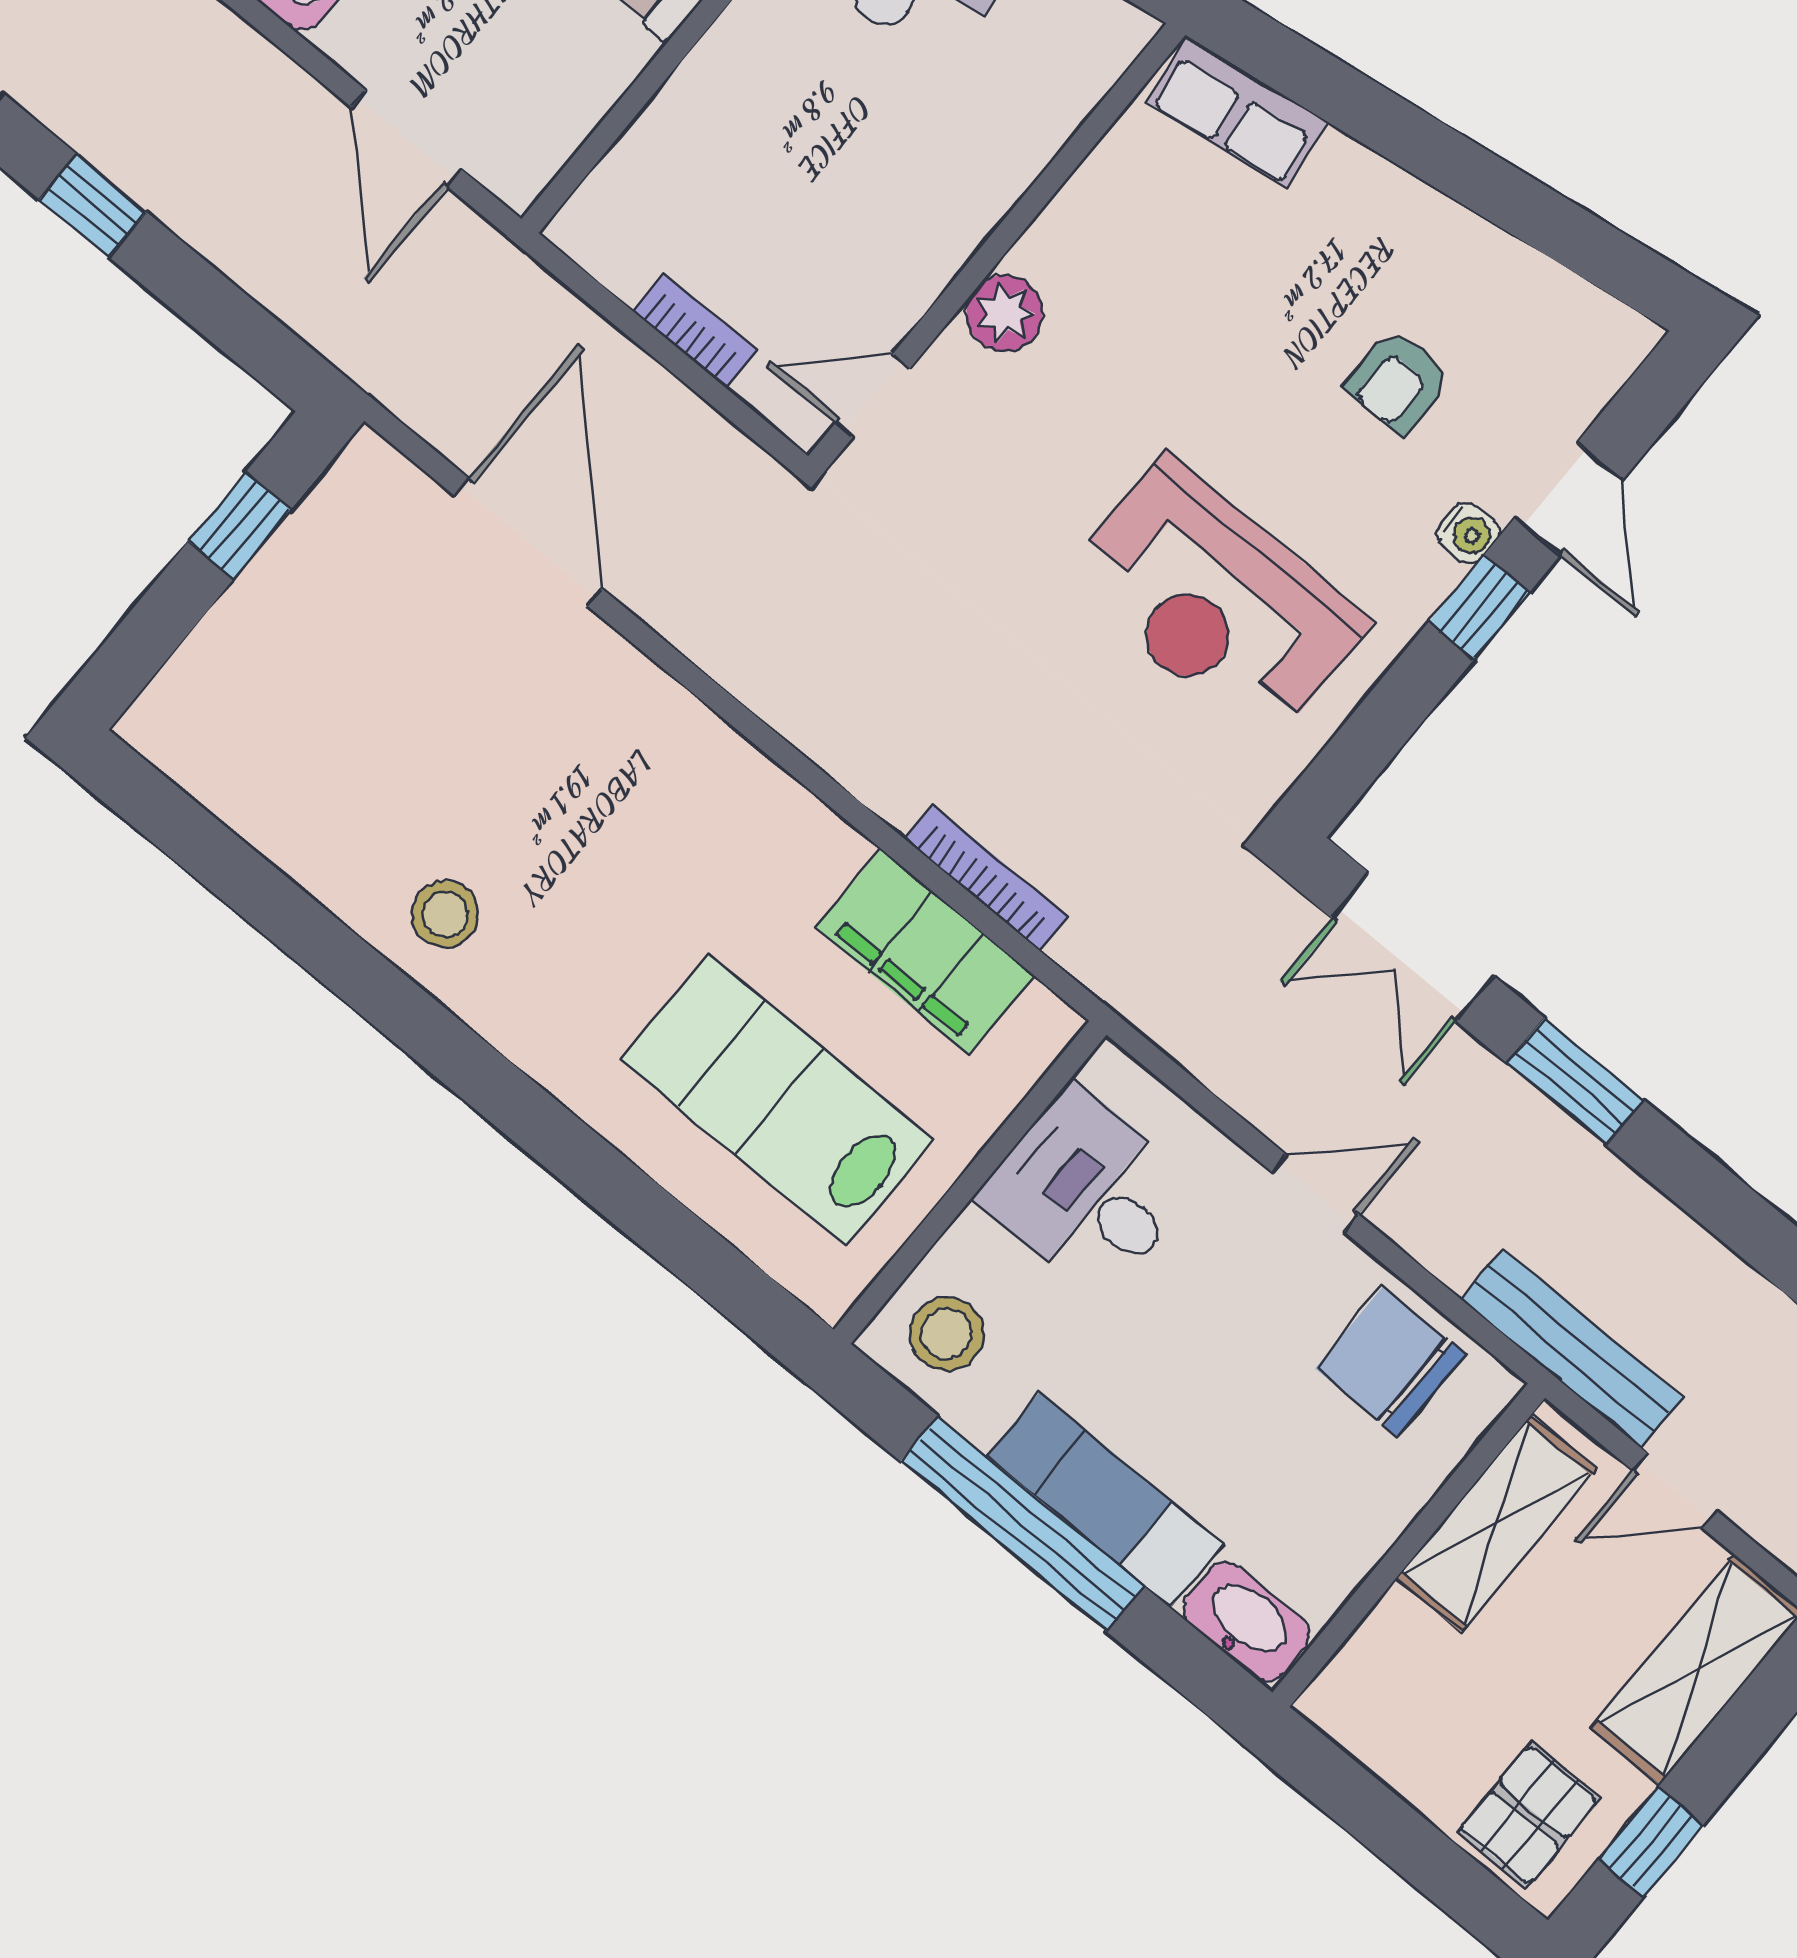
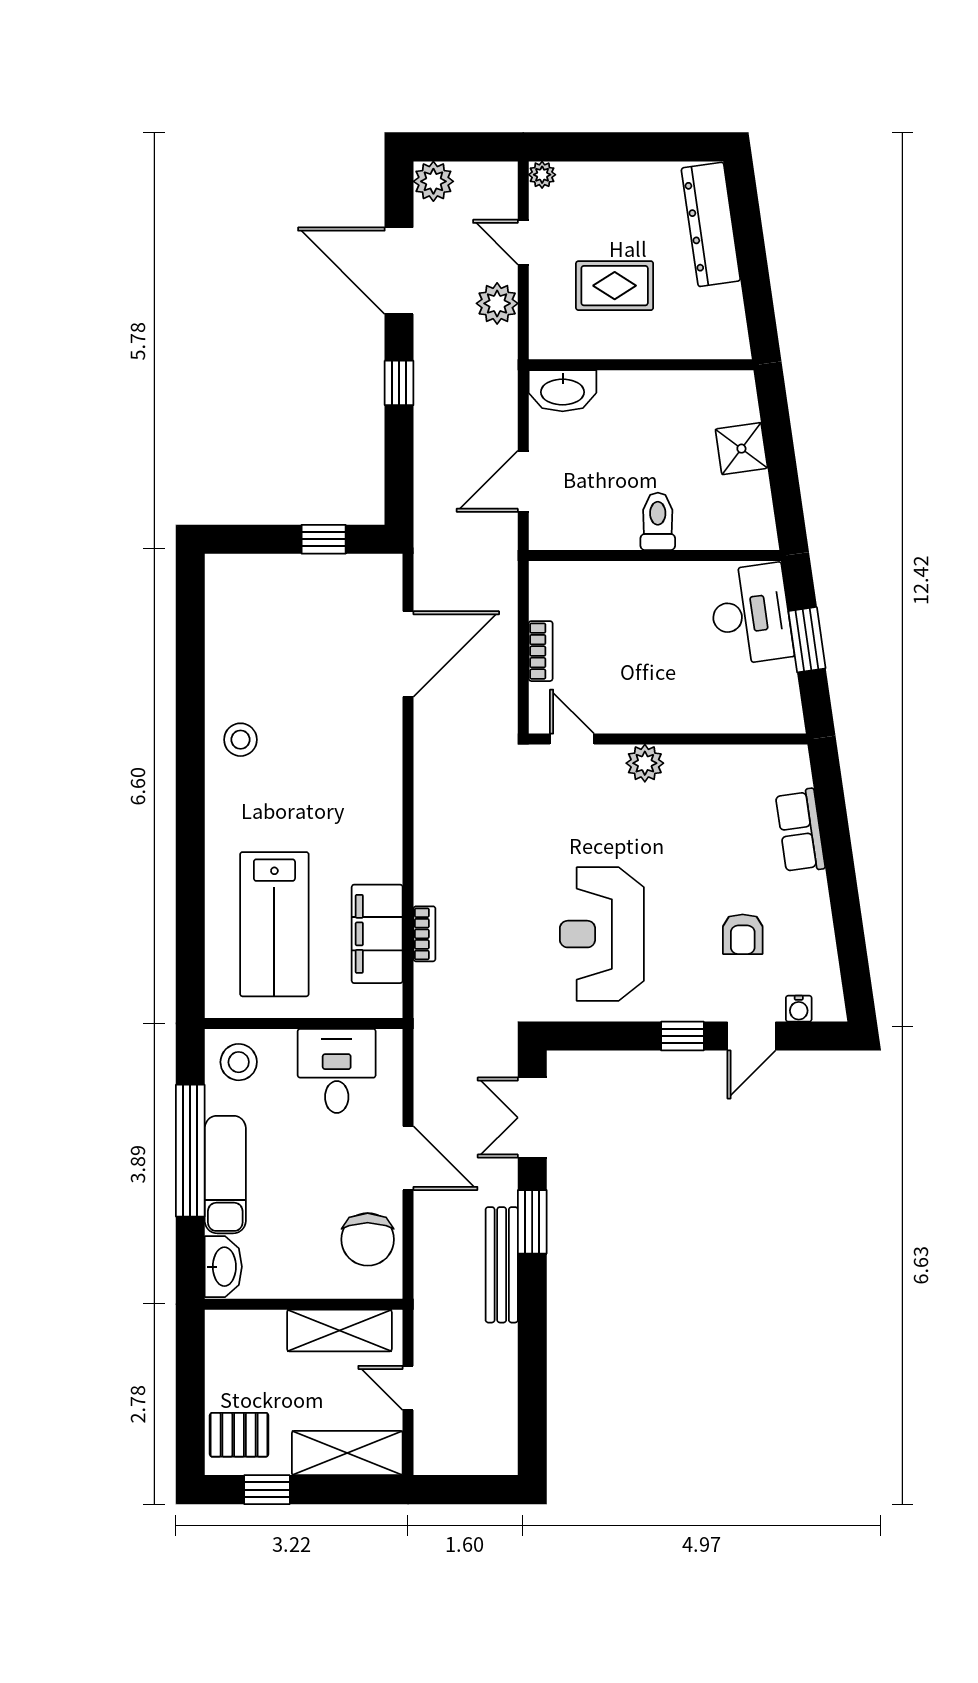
row of seats: (1237, 112) -> (800, 831), moved
armchair: (1398, 381) -> (743, 934), turned -90
water cooler: (1468, 533) -> (799, 1009), moved
bookcase: (986, 878) -> (424, 934), width x0.64
lab bench: (777, 1100) -> (274, 924), turned 180
door: (1315, 1193) -> (408, 1158), width x1.38
bench: (1572, 1349) -> (502, 1265), moved
chair: (1390, 1361) -> (368, 1239), turned 180

